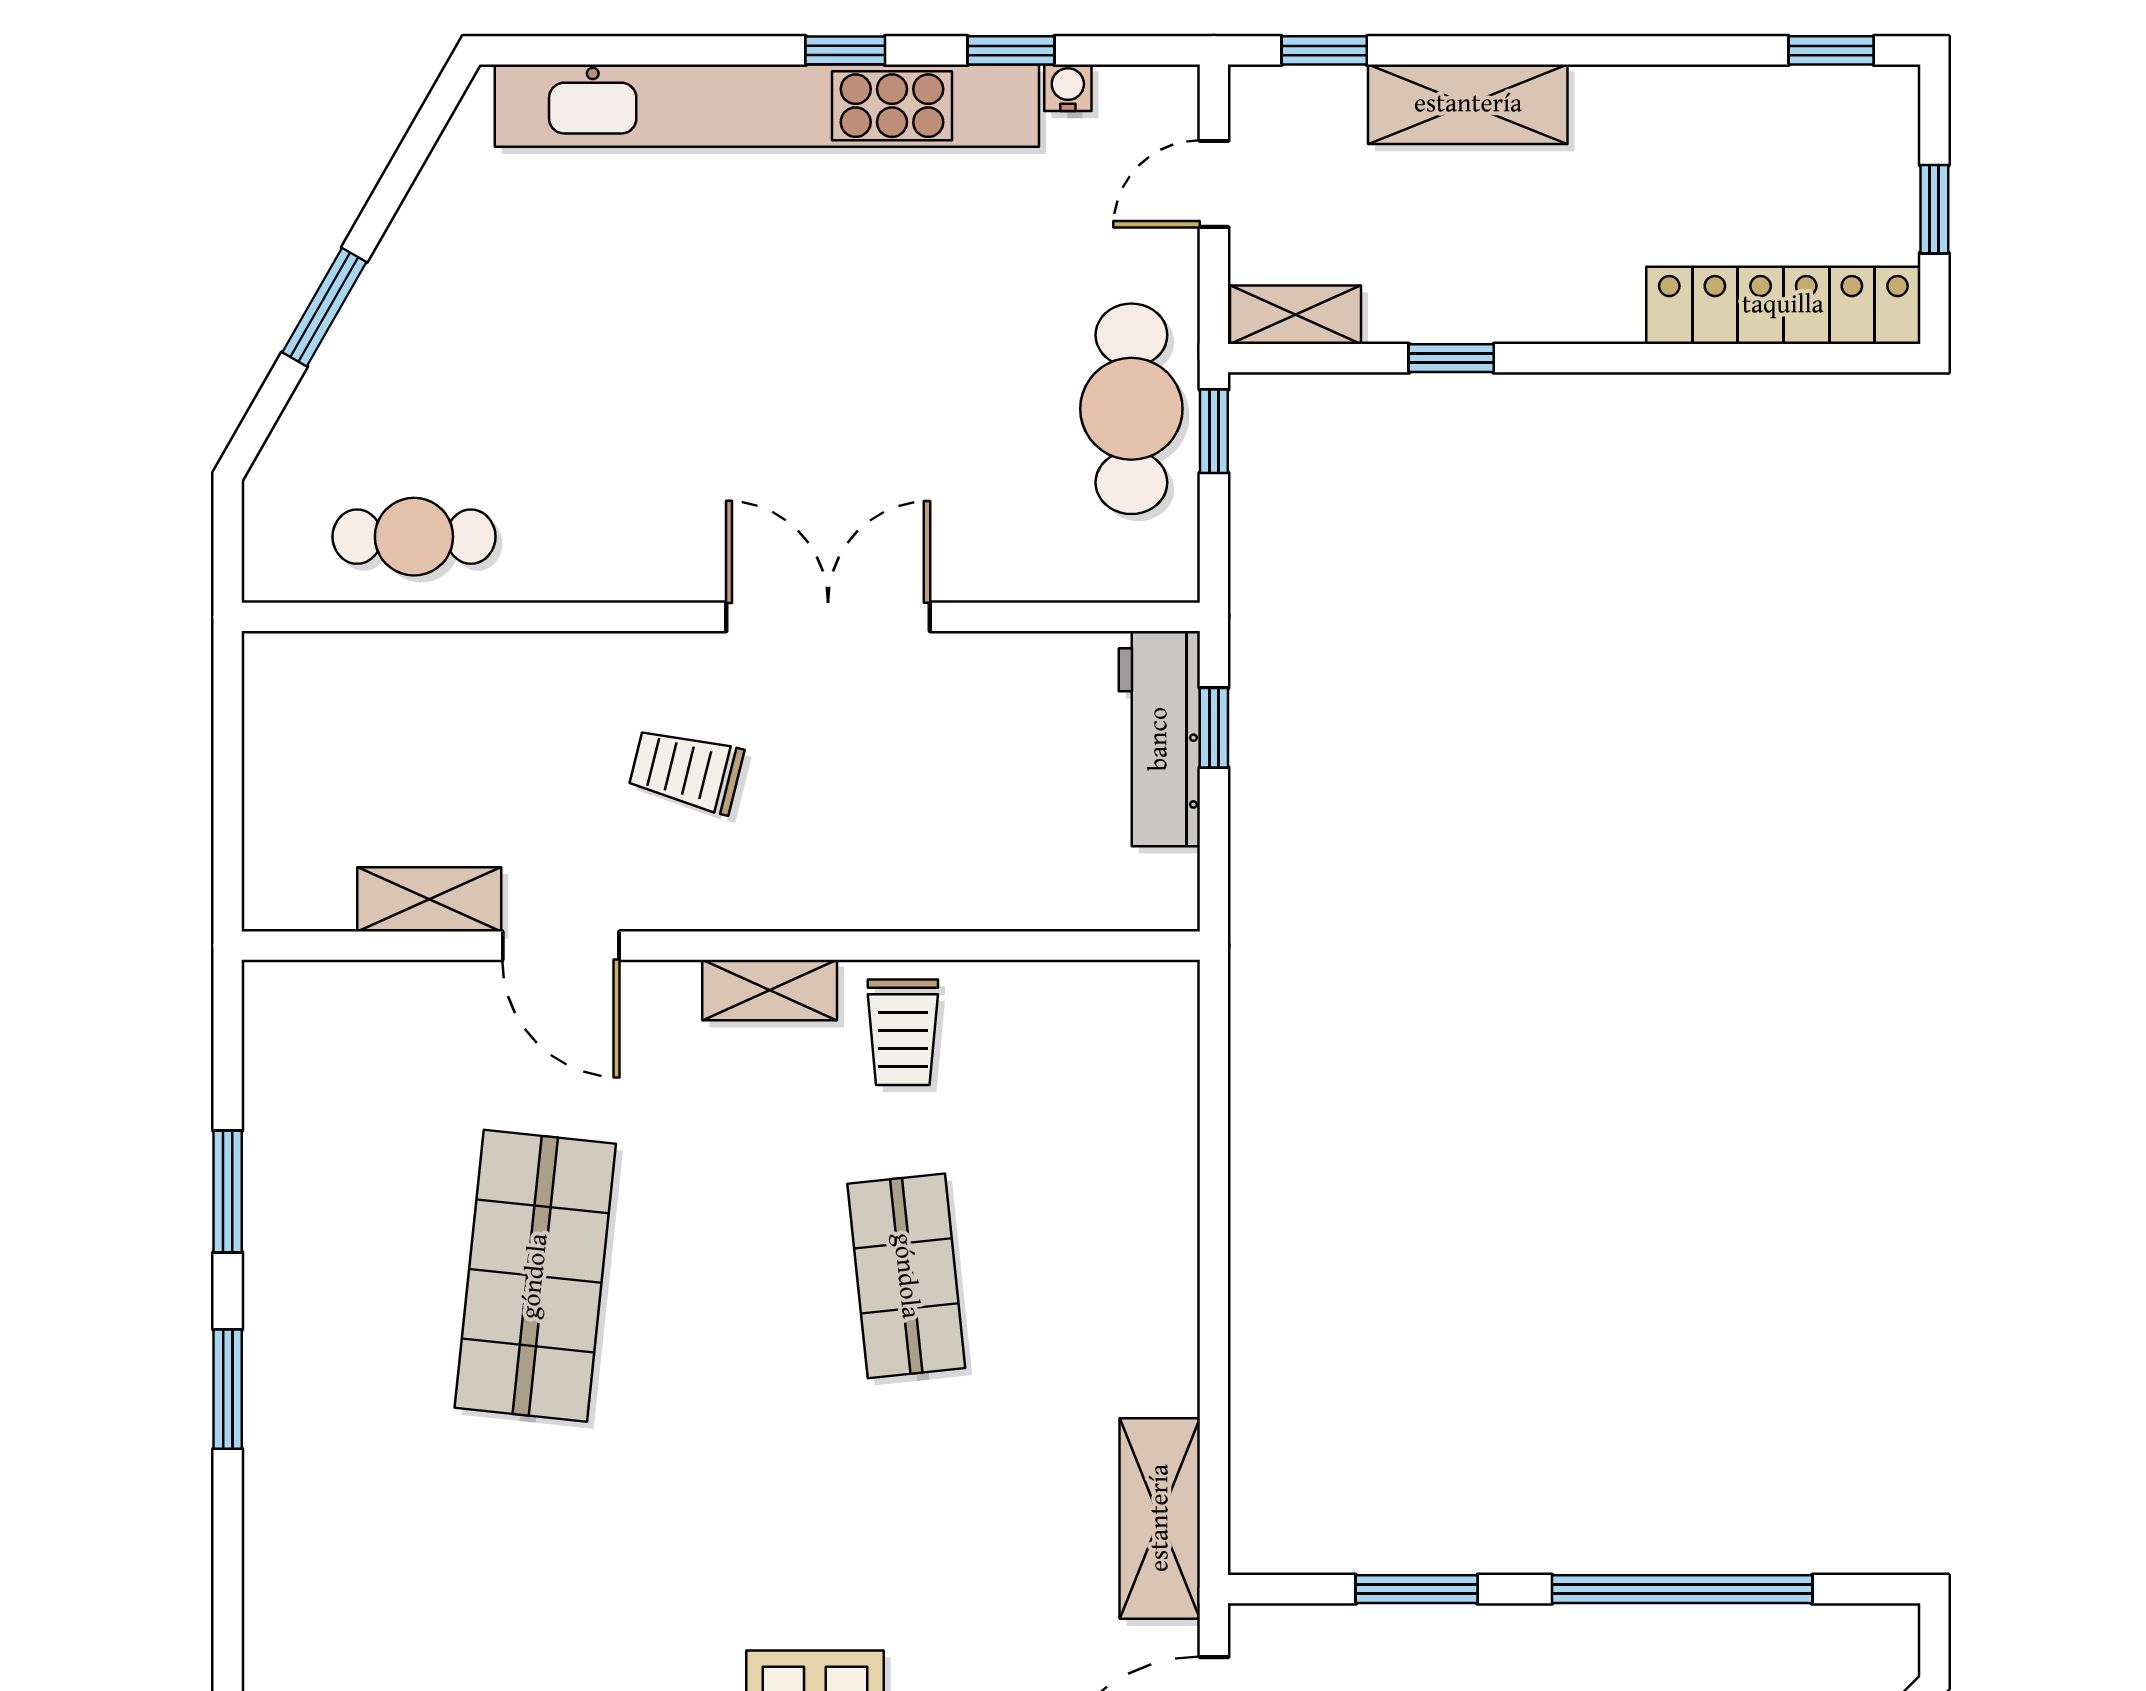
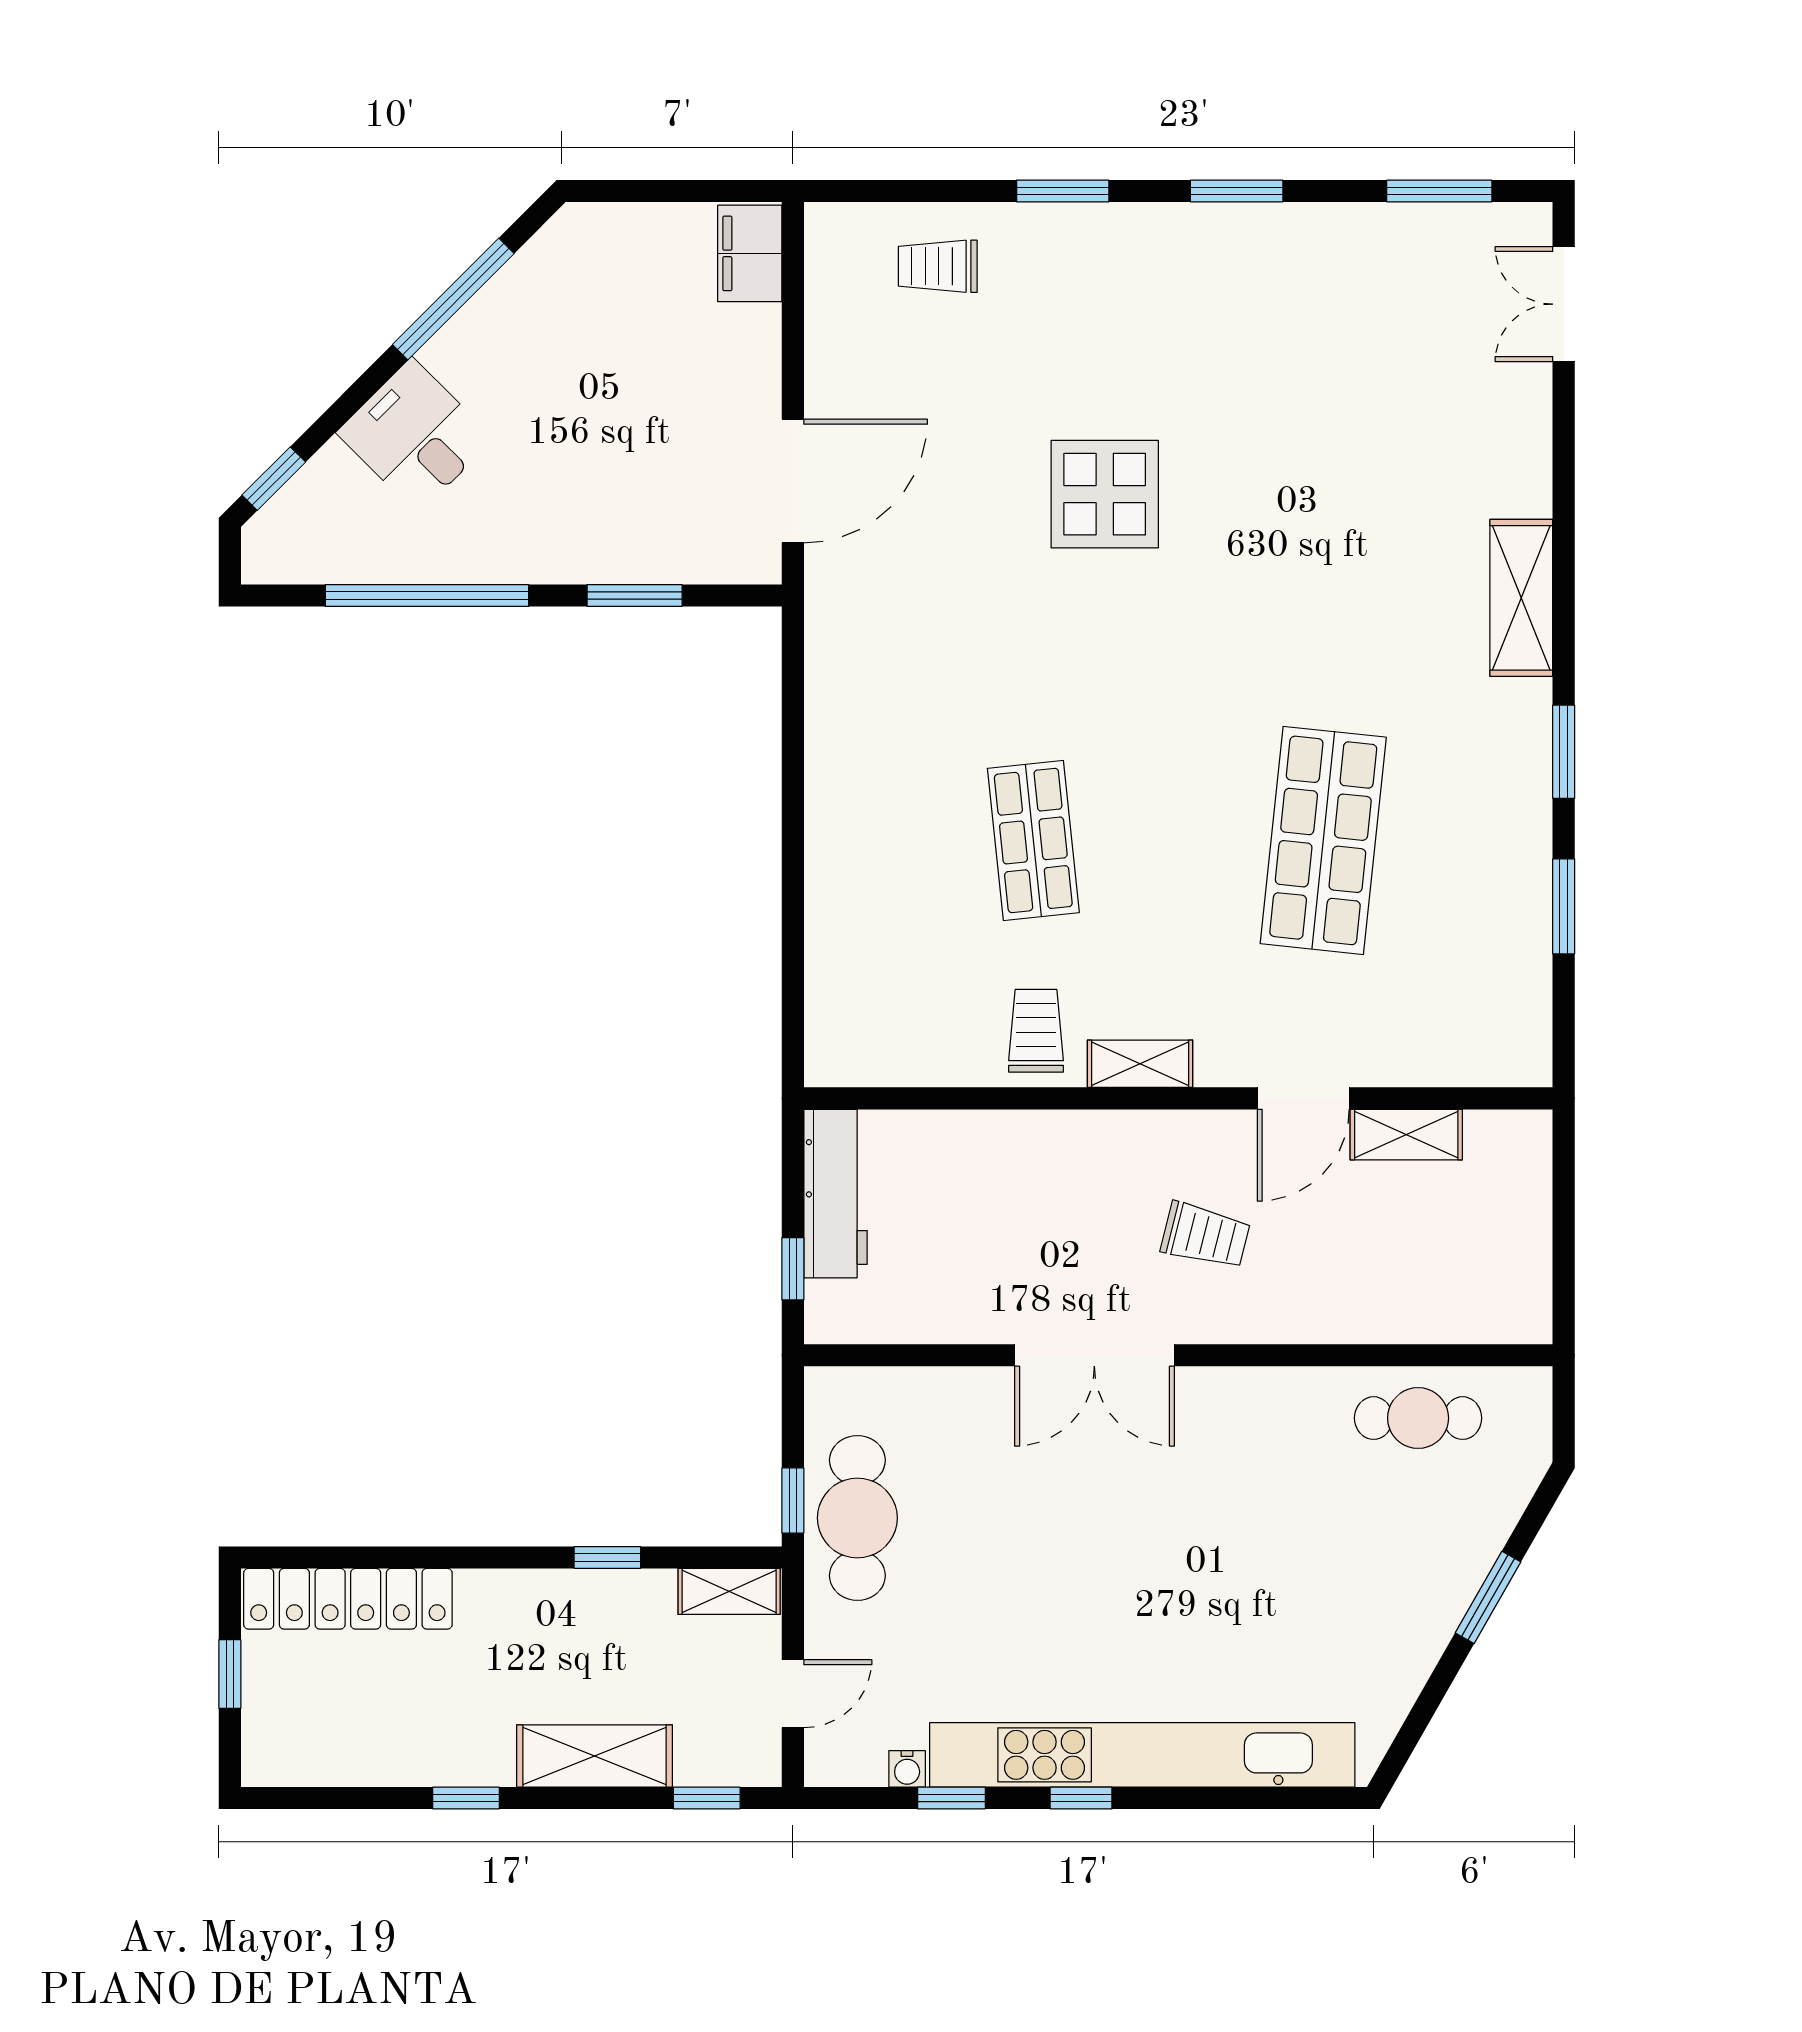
window: (1831, 50) -> (466, 1798), moved
workbench: (1159, 739) -> (835, 1194), moved
door: (561, 946) -> (1303, 1098), swing flipped
shelving: (1160, 1518) -> (1521, 598), moved

